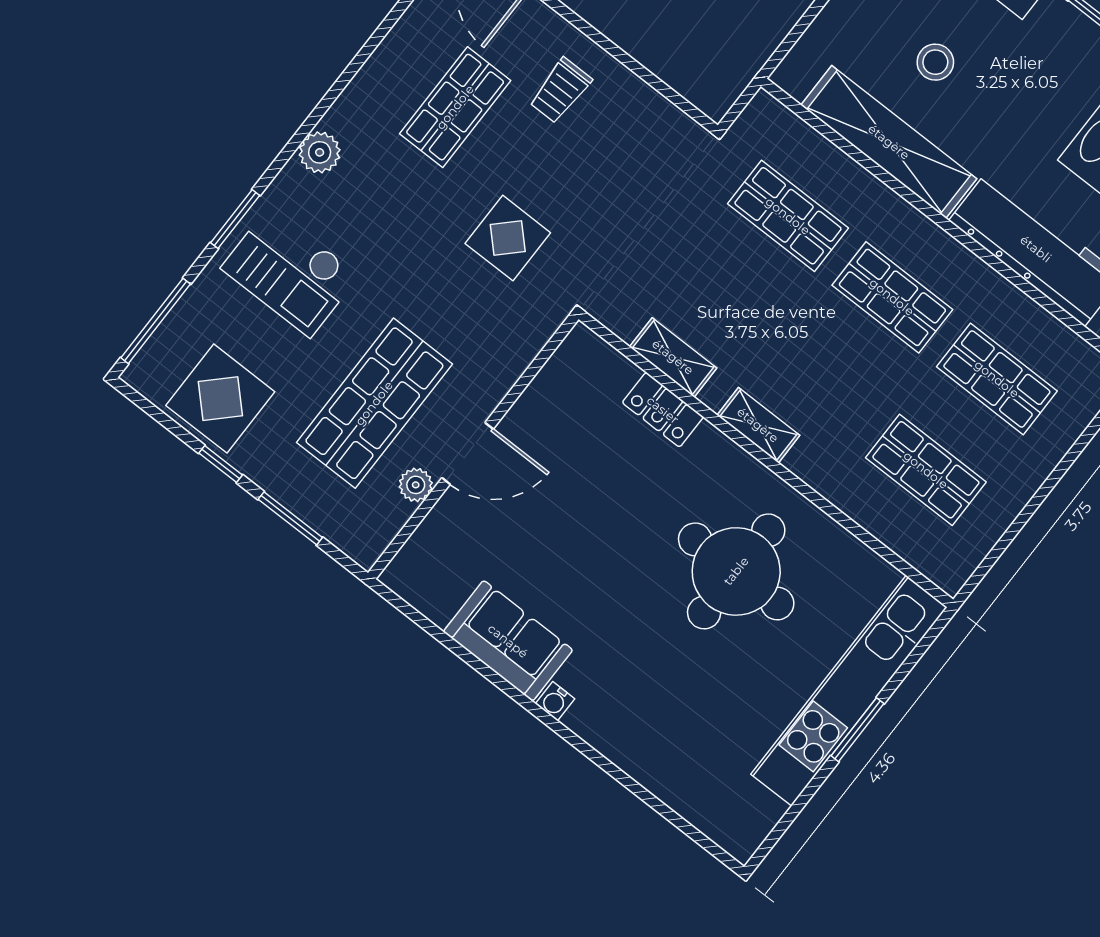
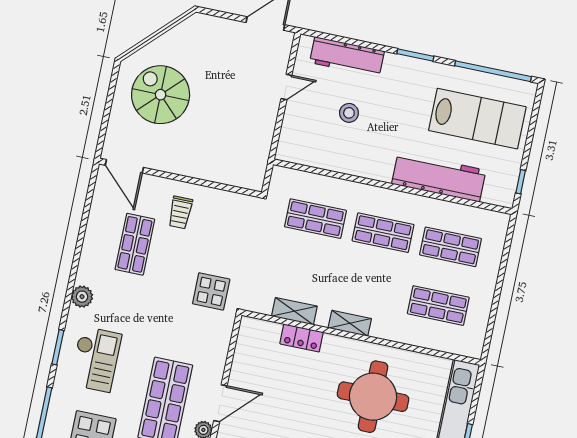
shelving: (889, 142) -> (346, 161), removed
display table: (508, 238) -> (211, 291), moved
checkout: (290, 272) -> (96, 359), turned -90

